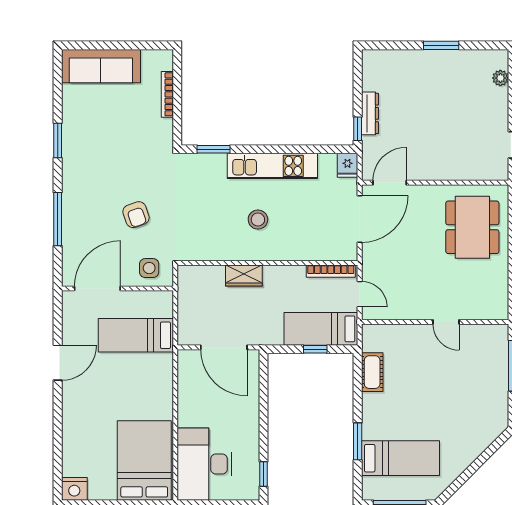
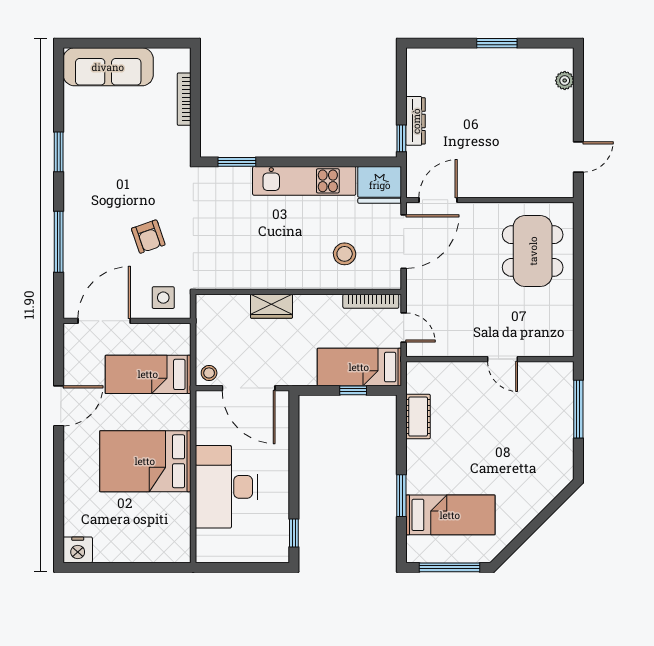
fridge: (347, 165) -> (380, 185), width x1.88, depth x1.34
stool: (258, 220) -> (345, 254), moved
stool: (189, 334) -> (209, 373), added
bed: (144, 460) -> (145, 461), moved, turned -90
desk: (204, 464) -> (226, 487), moved

